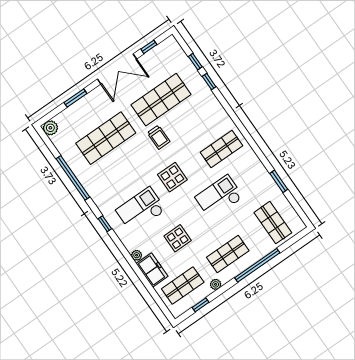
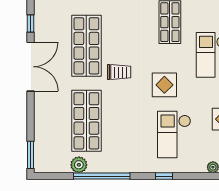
window: (75, 98) -> (30, 155), moved
plant: (50, 128) -> (79, 165), moved

